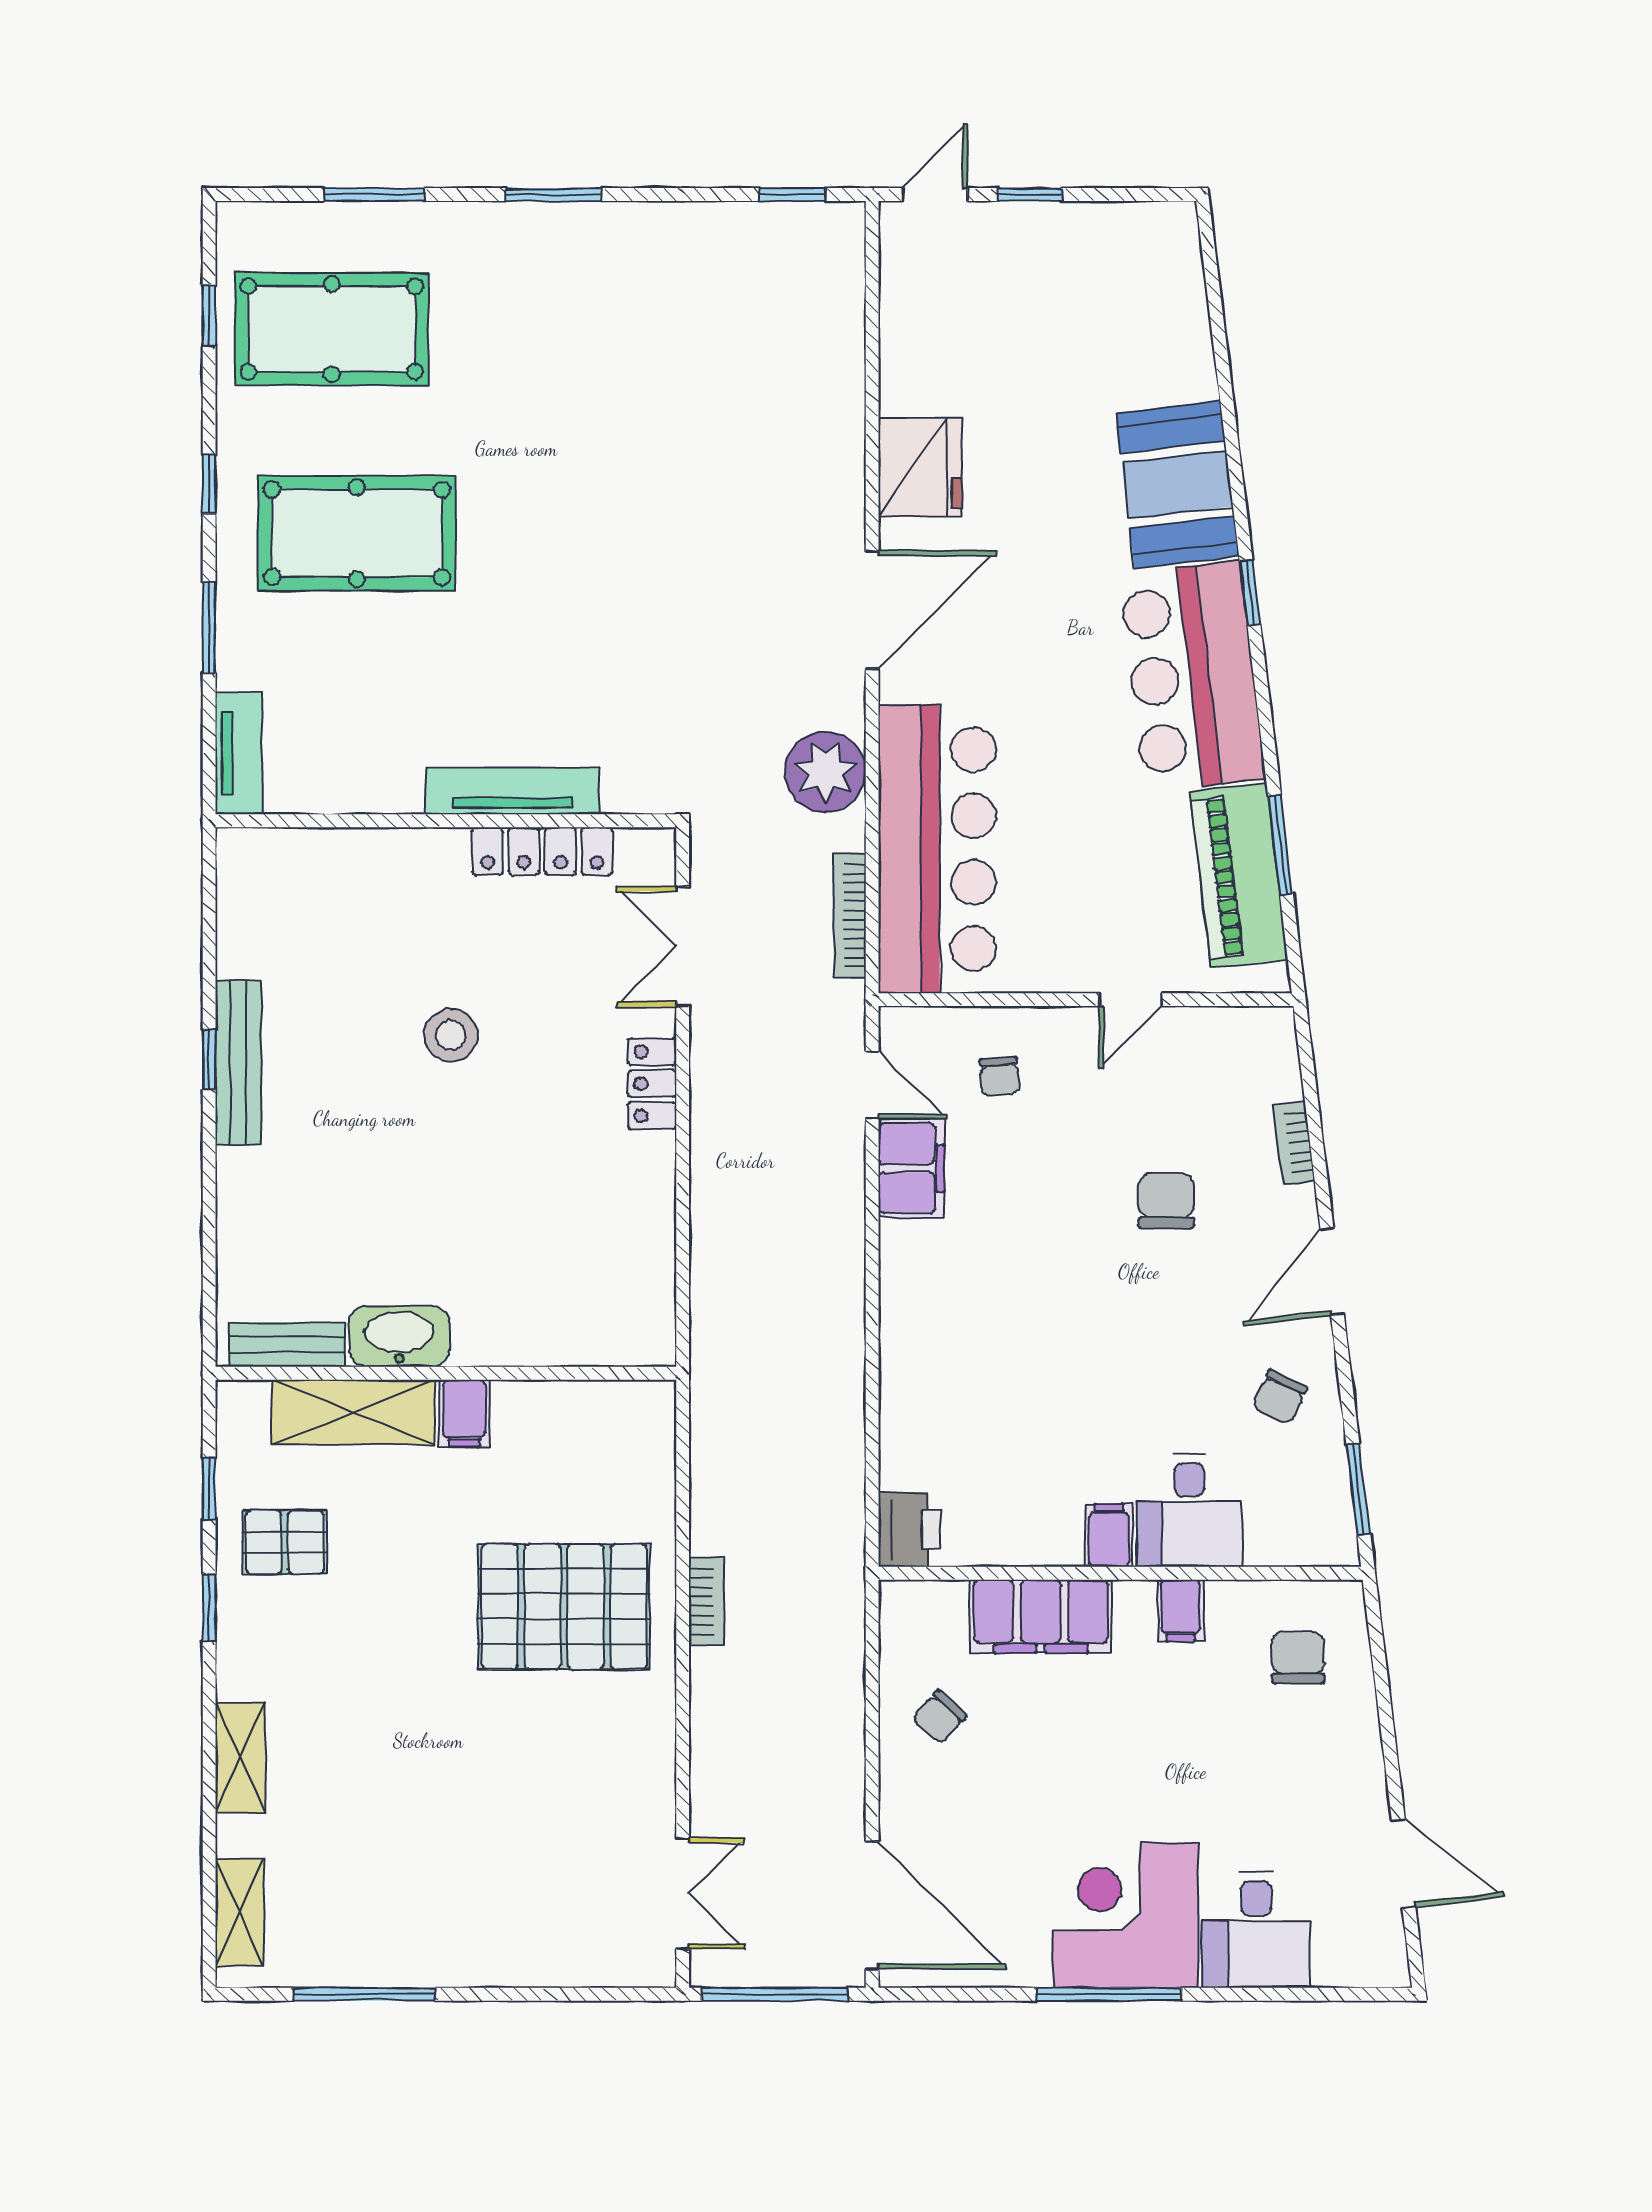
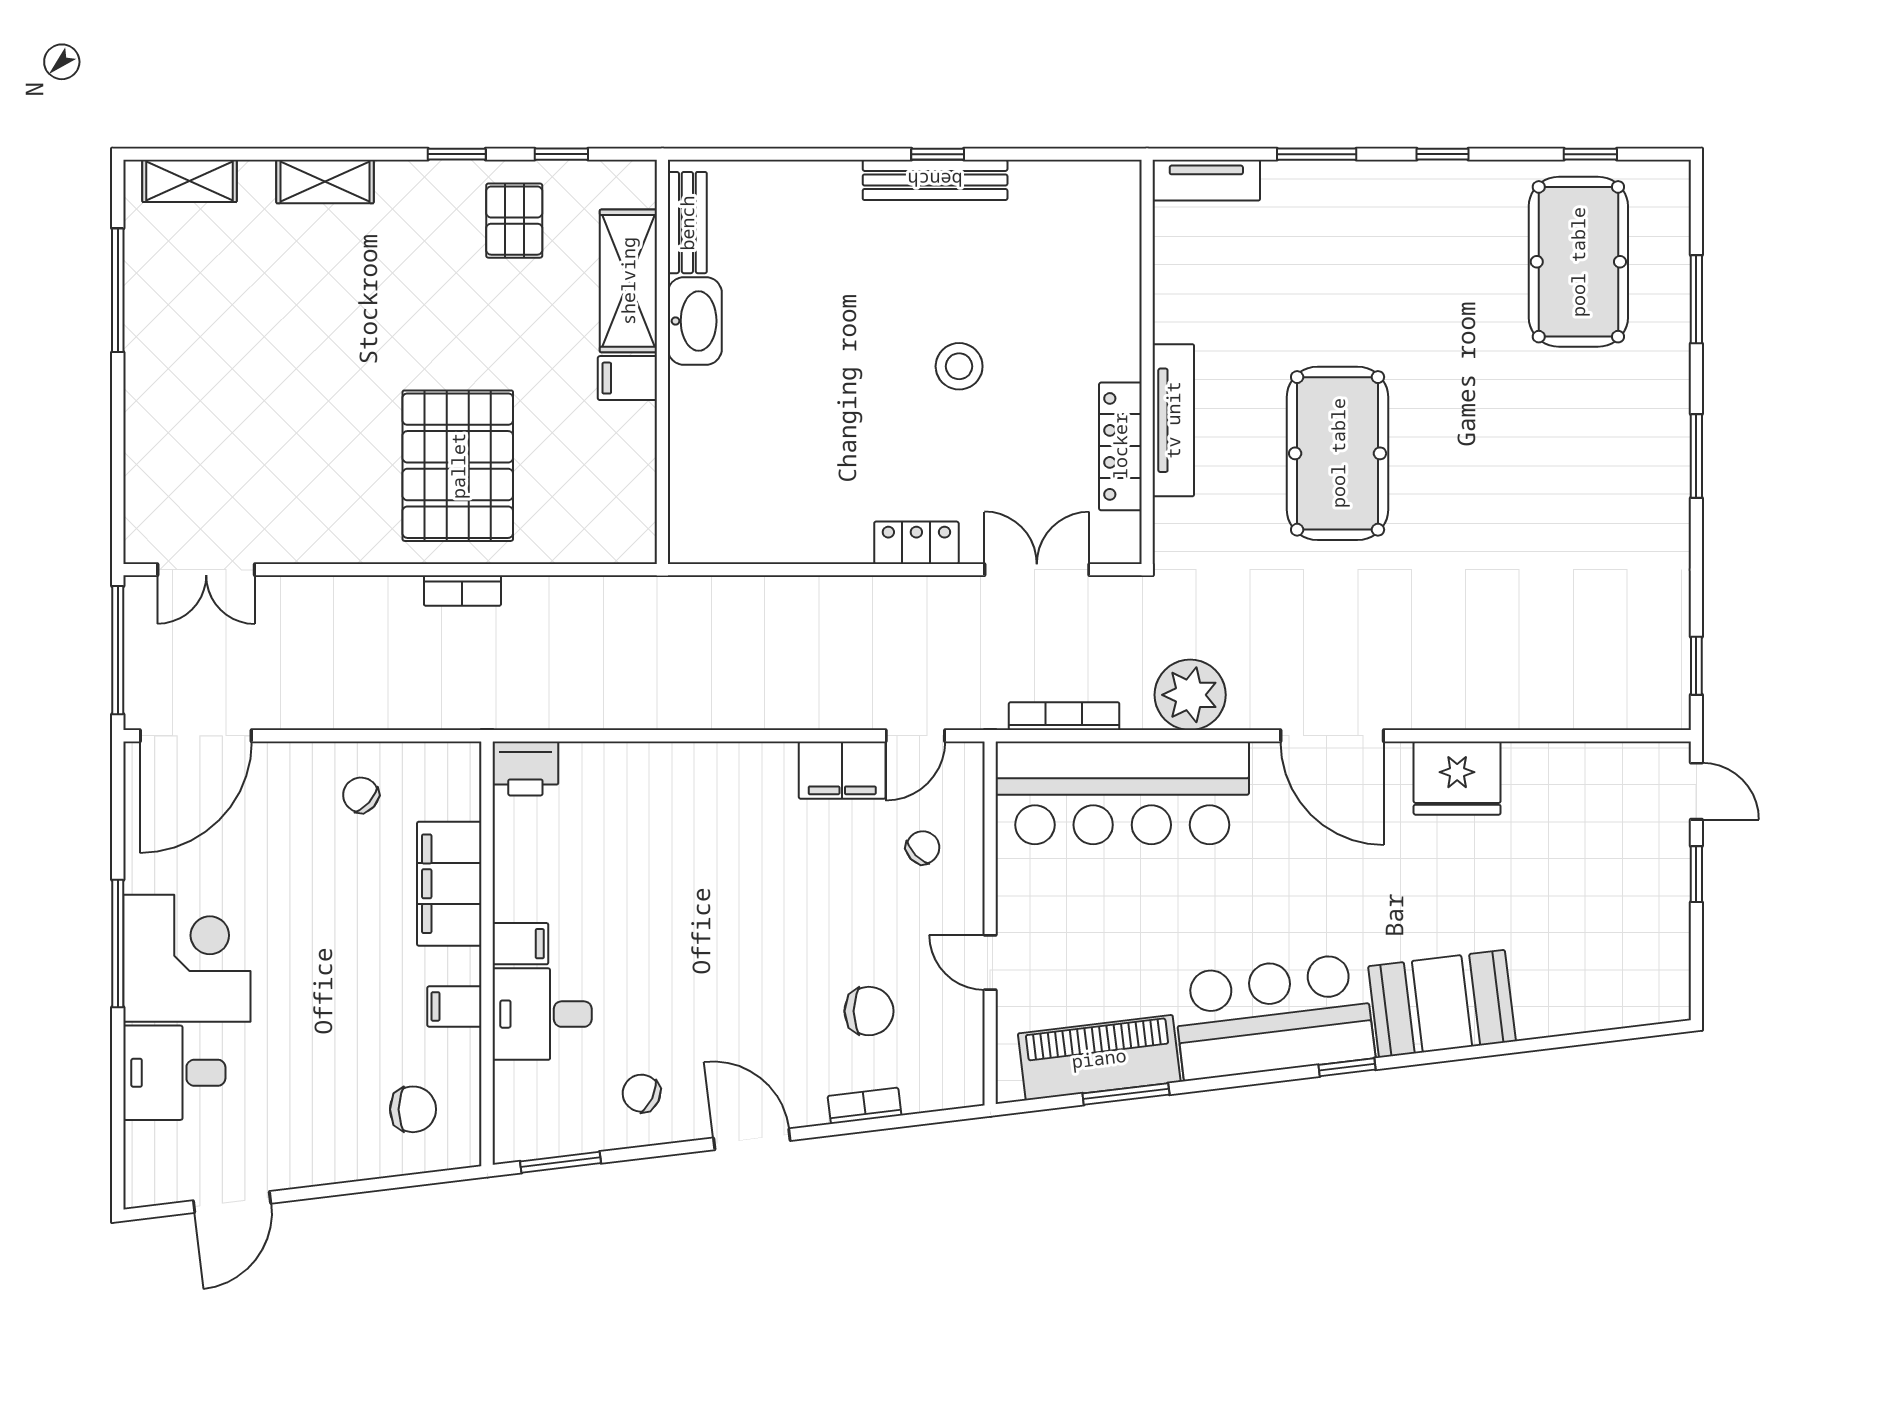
pool table: (357, 533) -> (1338, 453), moved
chair: (1000, 1076) -> (923, 848), turned 140
chair: (1166, 1200) -> (869, 1011), moved

